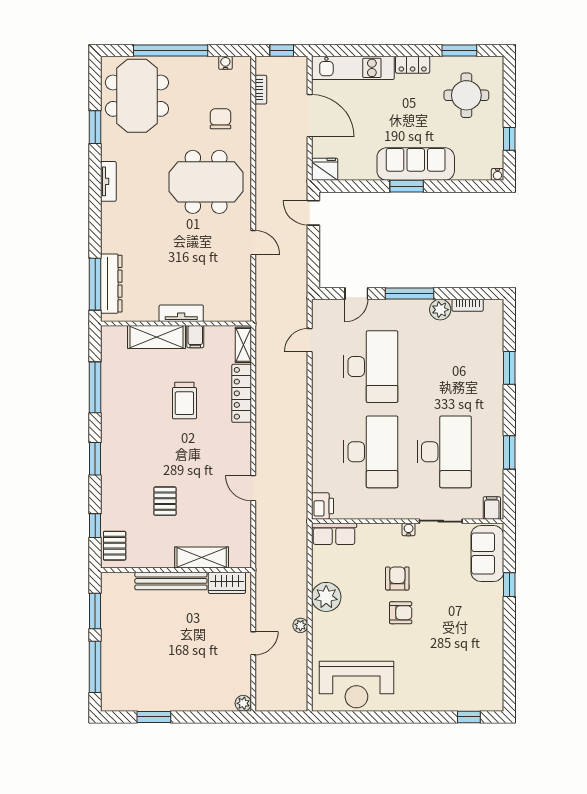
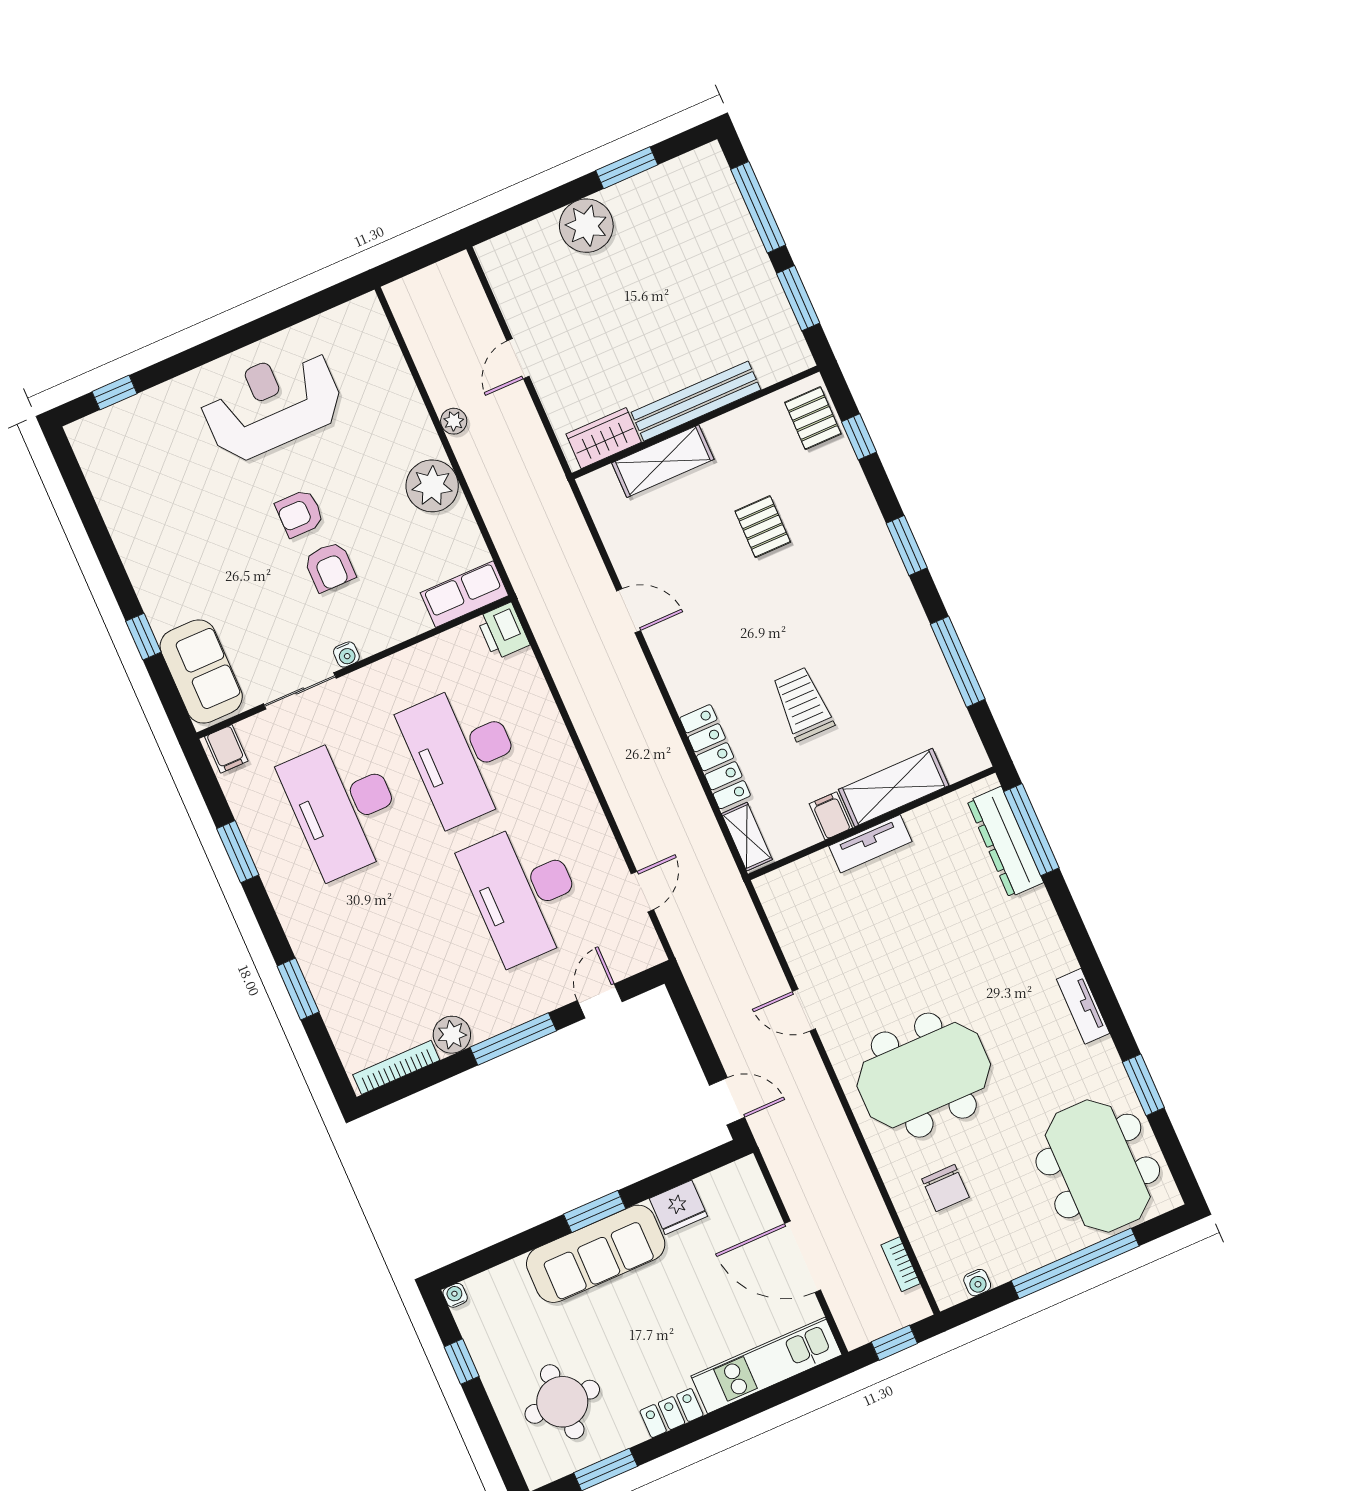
fridge: (325, 169) -> (678, 1207), moved
bookcase: (468, 305) -> (396, 1067), width x1.56
reception desk: (356, 685) -> (272, 404), moved
plant: (243, 703) -> (586, 226), moved, width x1.87, depth x1.87

